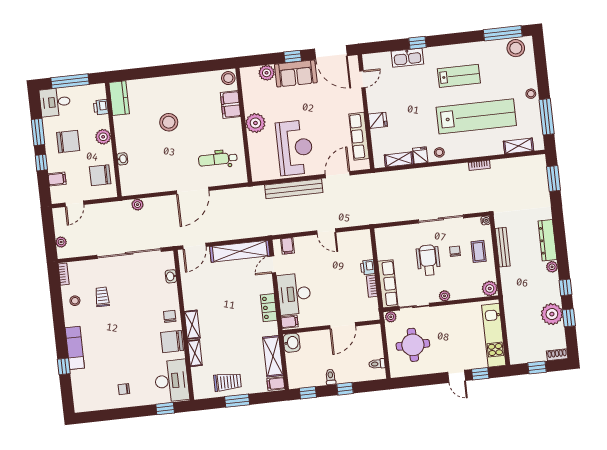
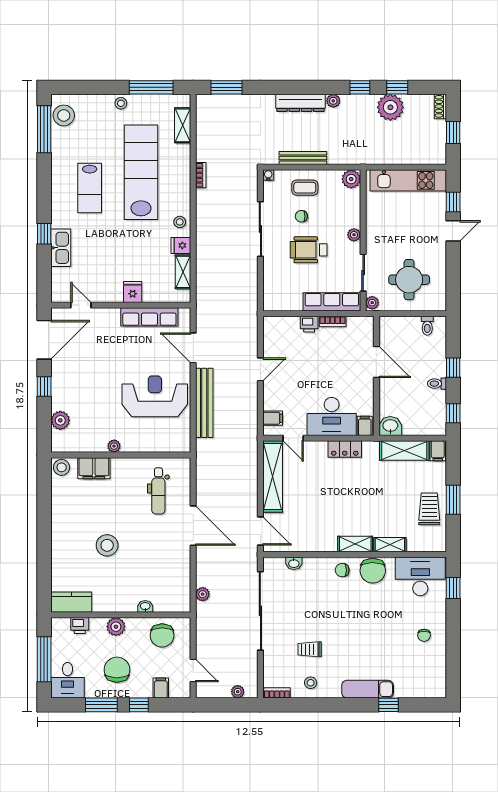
sofa: (296, 73) -> (65, 385), removed
lab bench: (459, 76) -> (90, 188), turned 180
plant: (255, 123) -> (114, 446), width x0.53, depth x0.53

